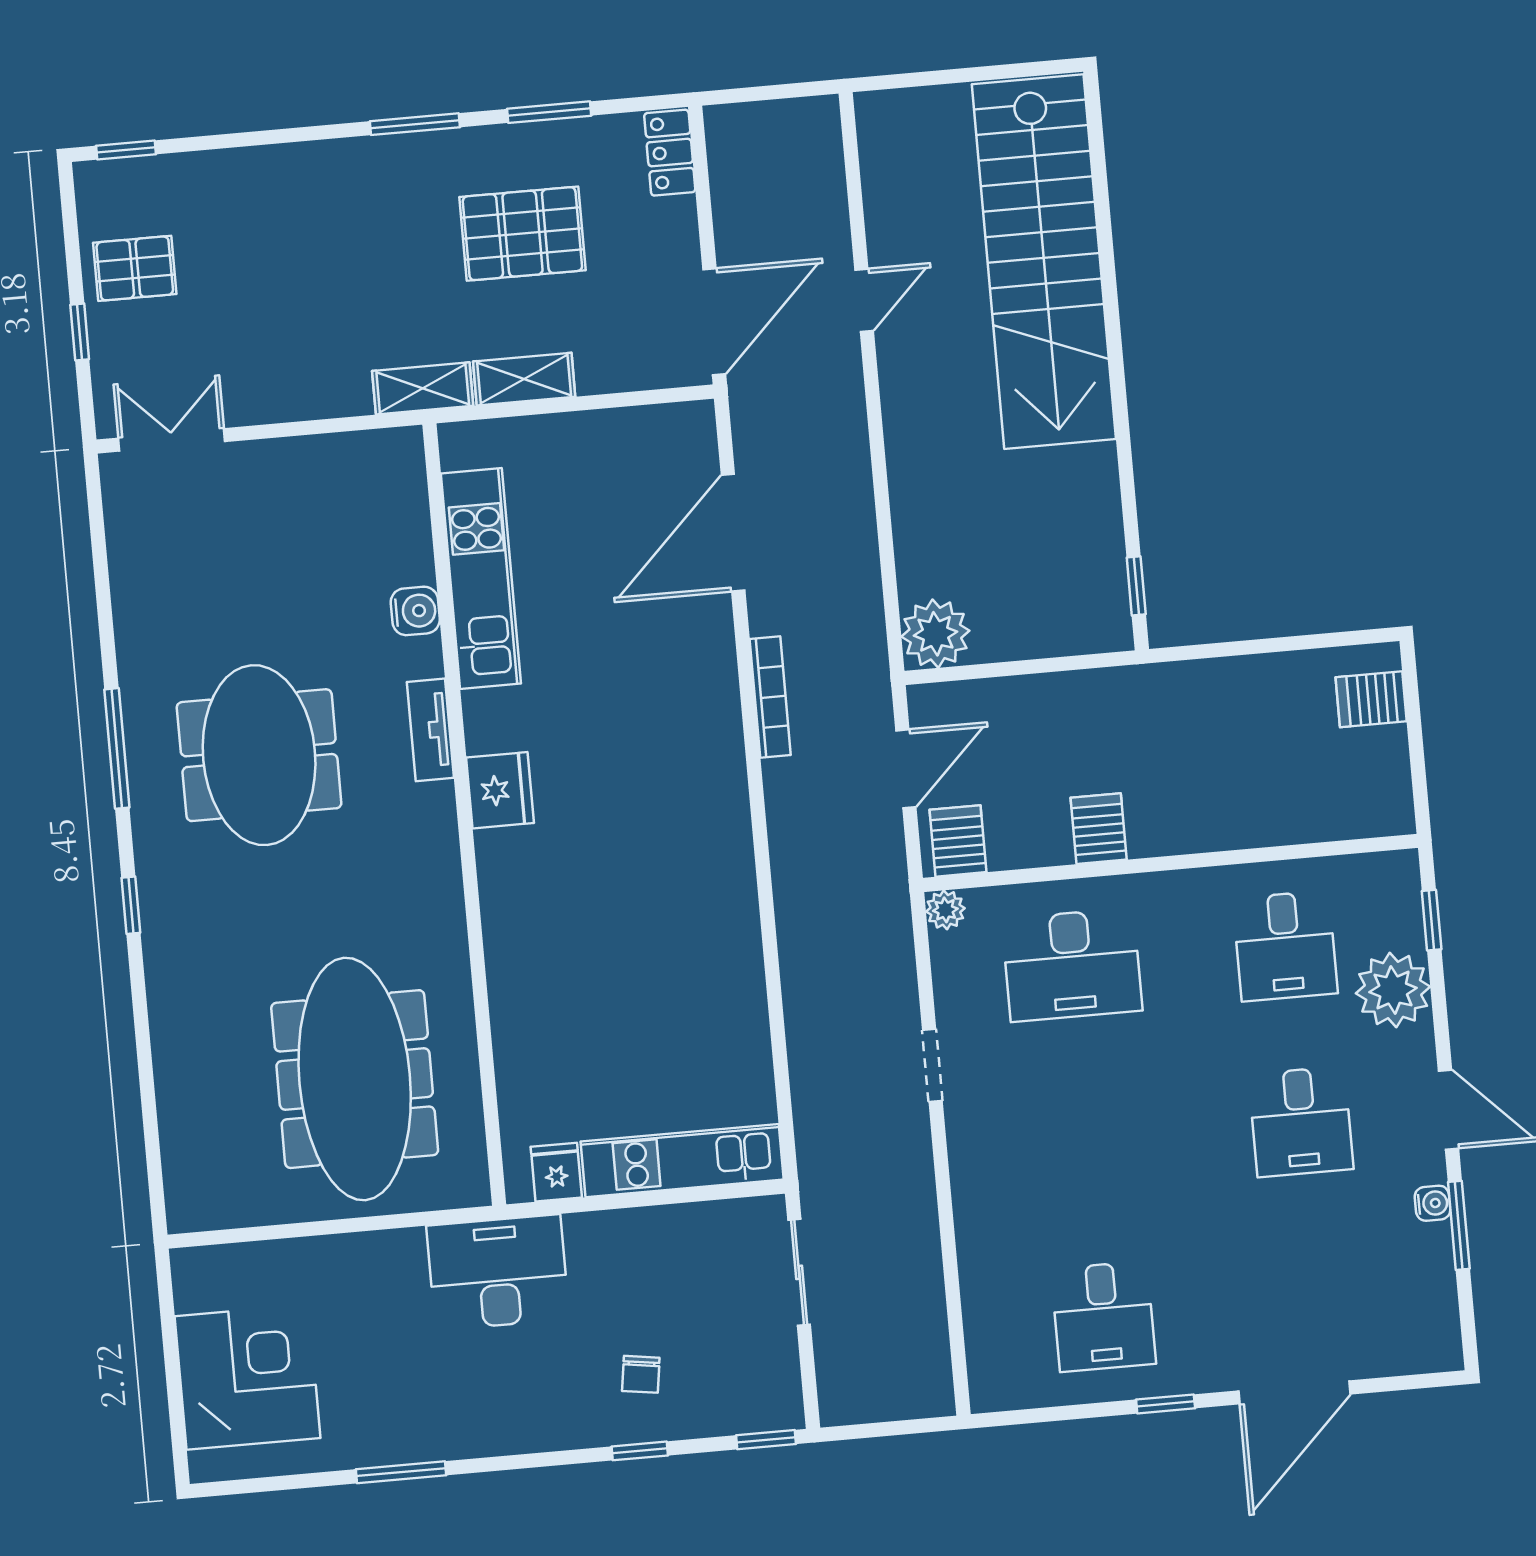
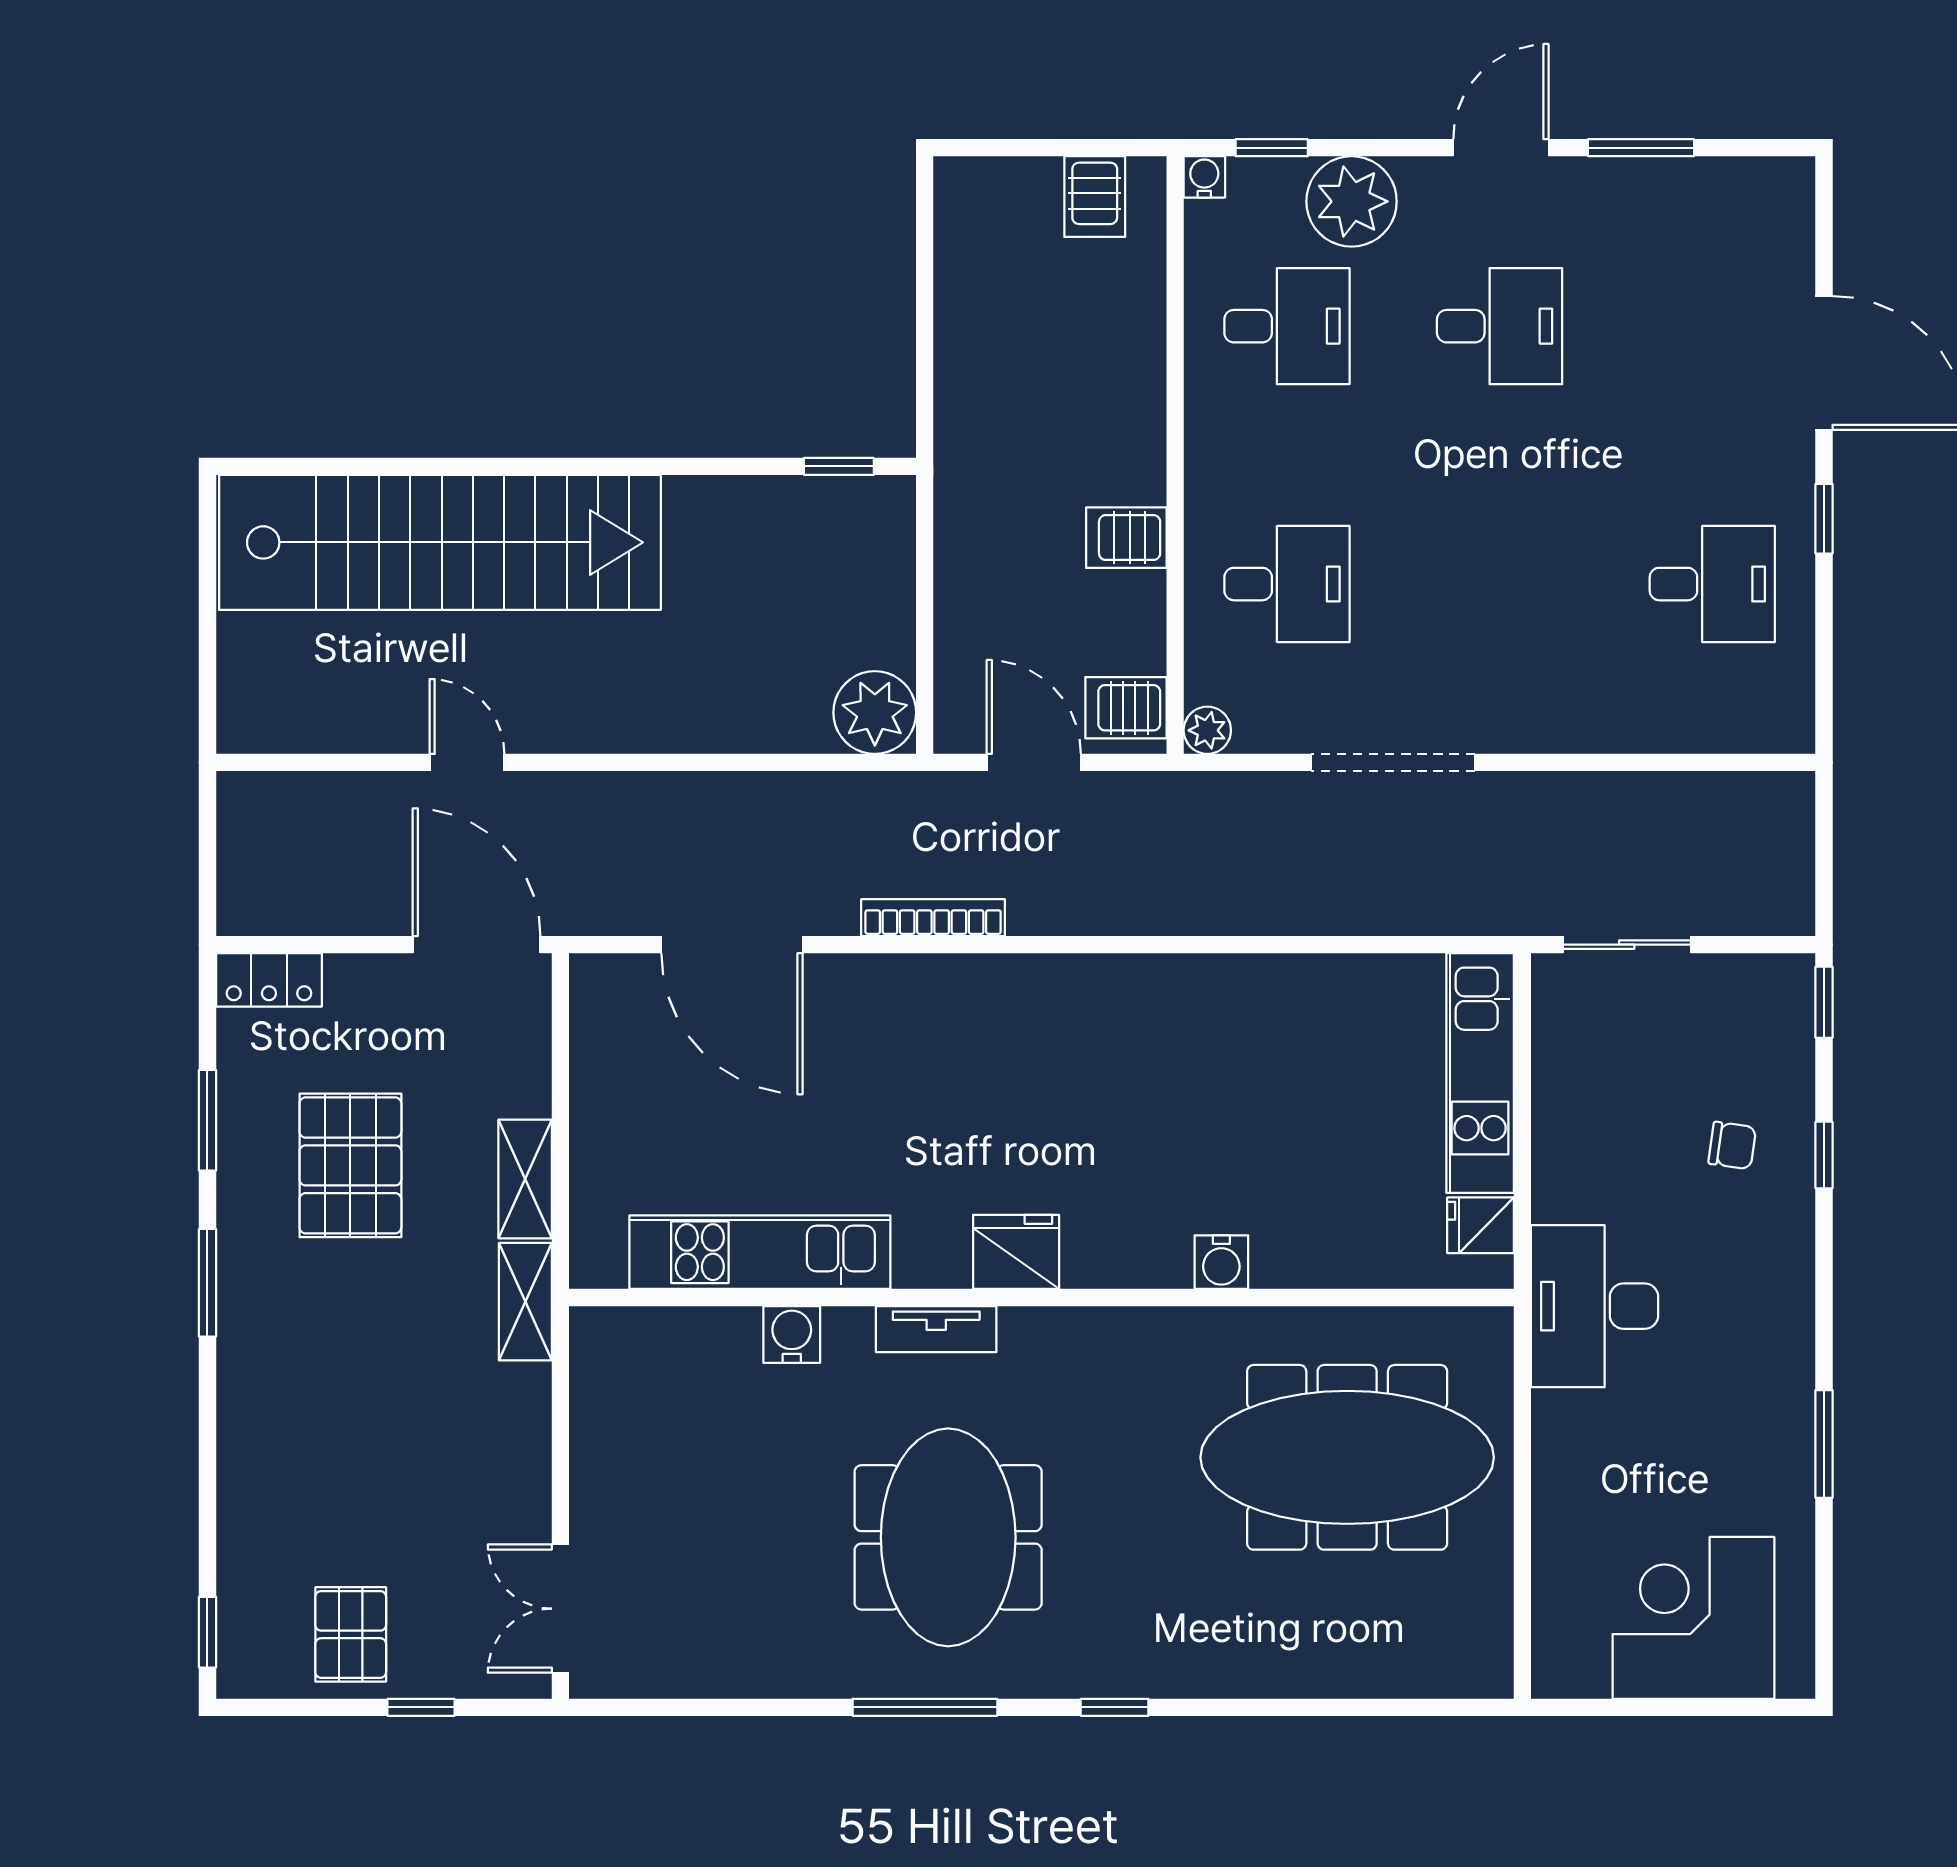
server rack: (1371, 699) -> (1095, 197), moved
meeting table: (259, 755) -> (948, 1537), turned 90
water cooler: (507, 961) -> (1221, 1262), added
desk: (1072, 965) -> (1287, 584), width x0.73
doorway: (932, 1066) -> (1393, 762), width x1.88
water cooler: (1433, 1203) -> (1204, 177), moved

